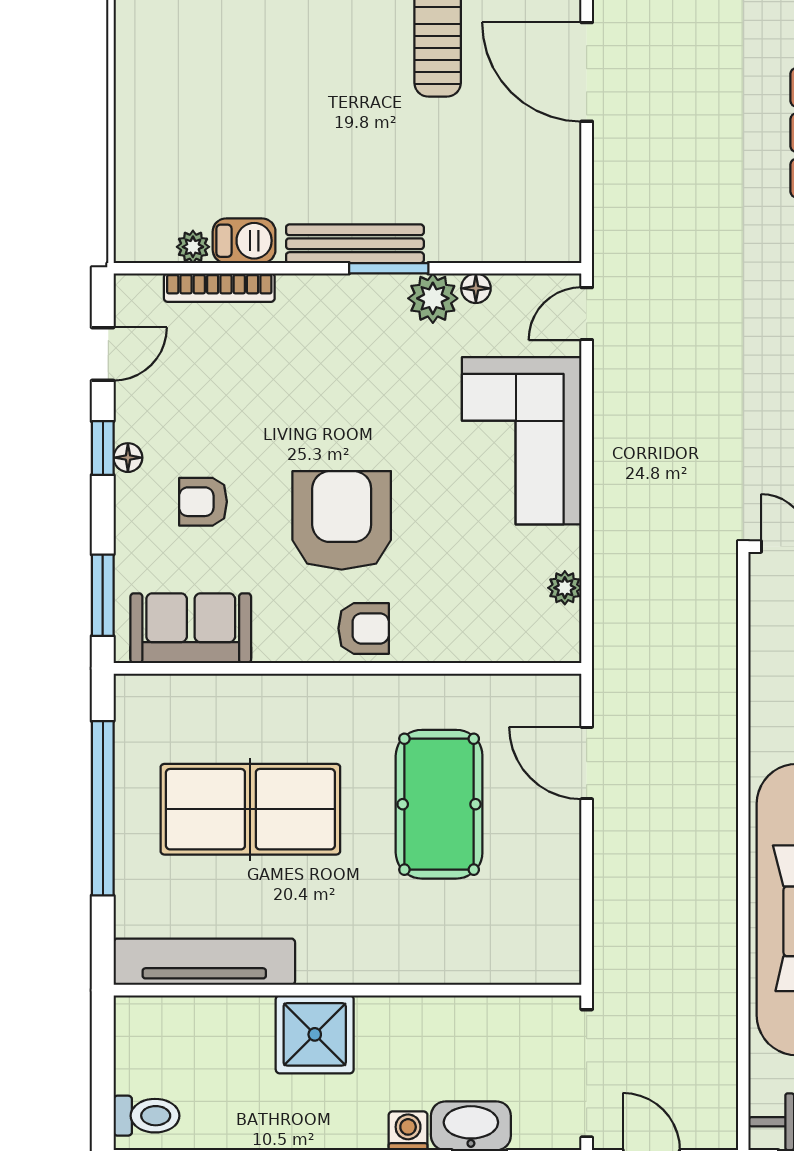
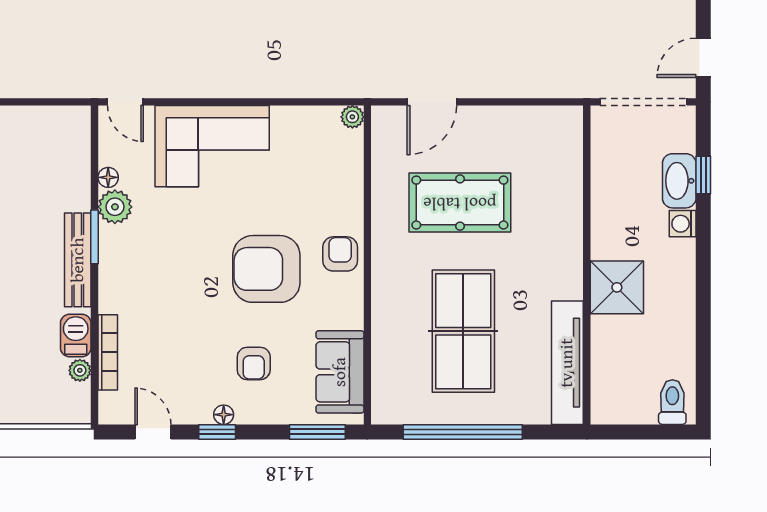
plant: (565, 588) -> (352, 117), moved

